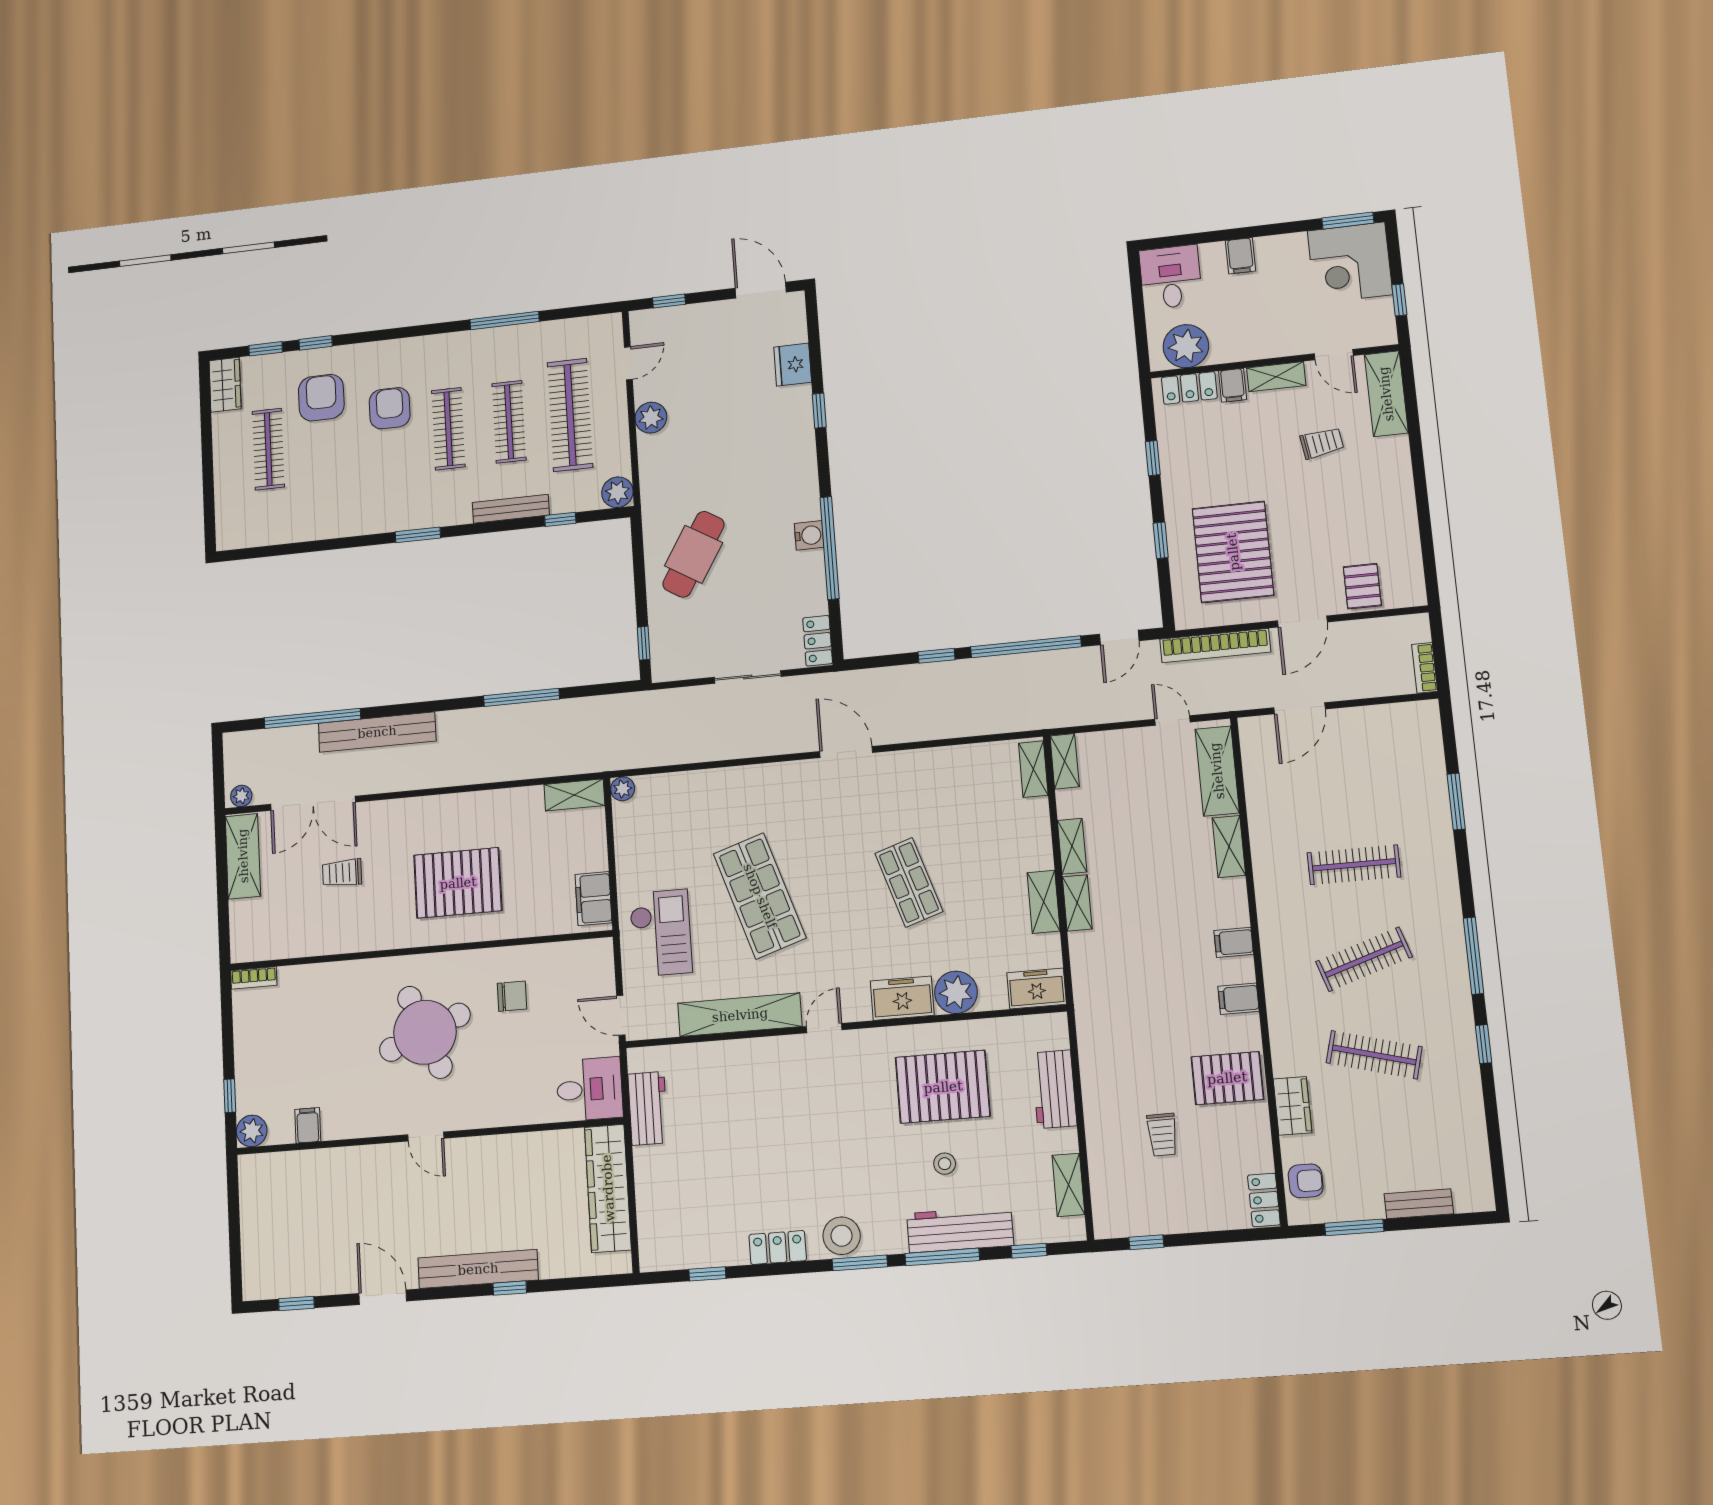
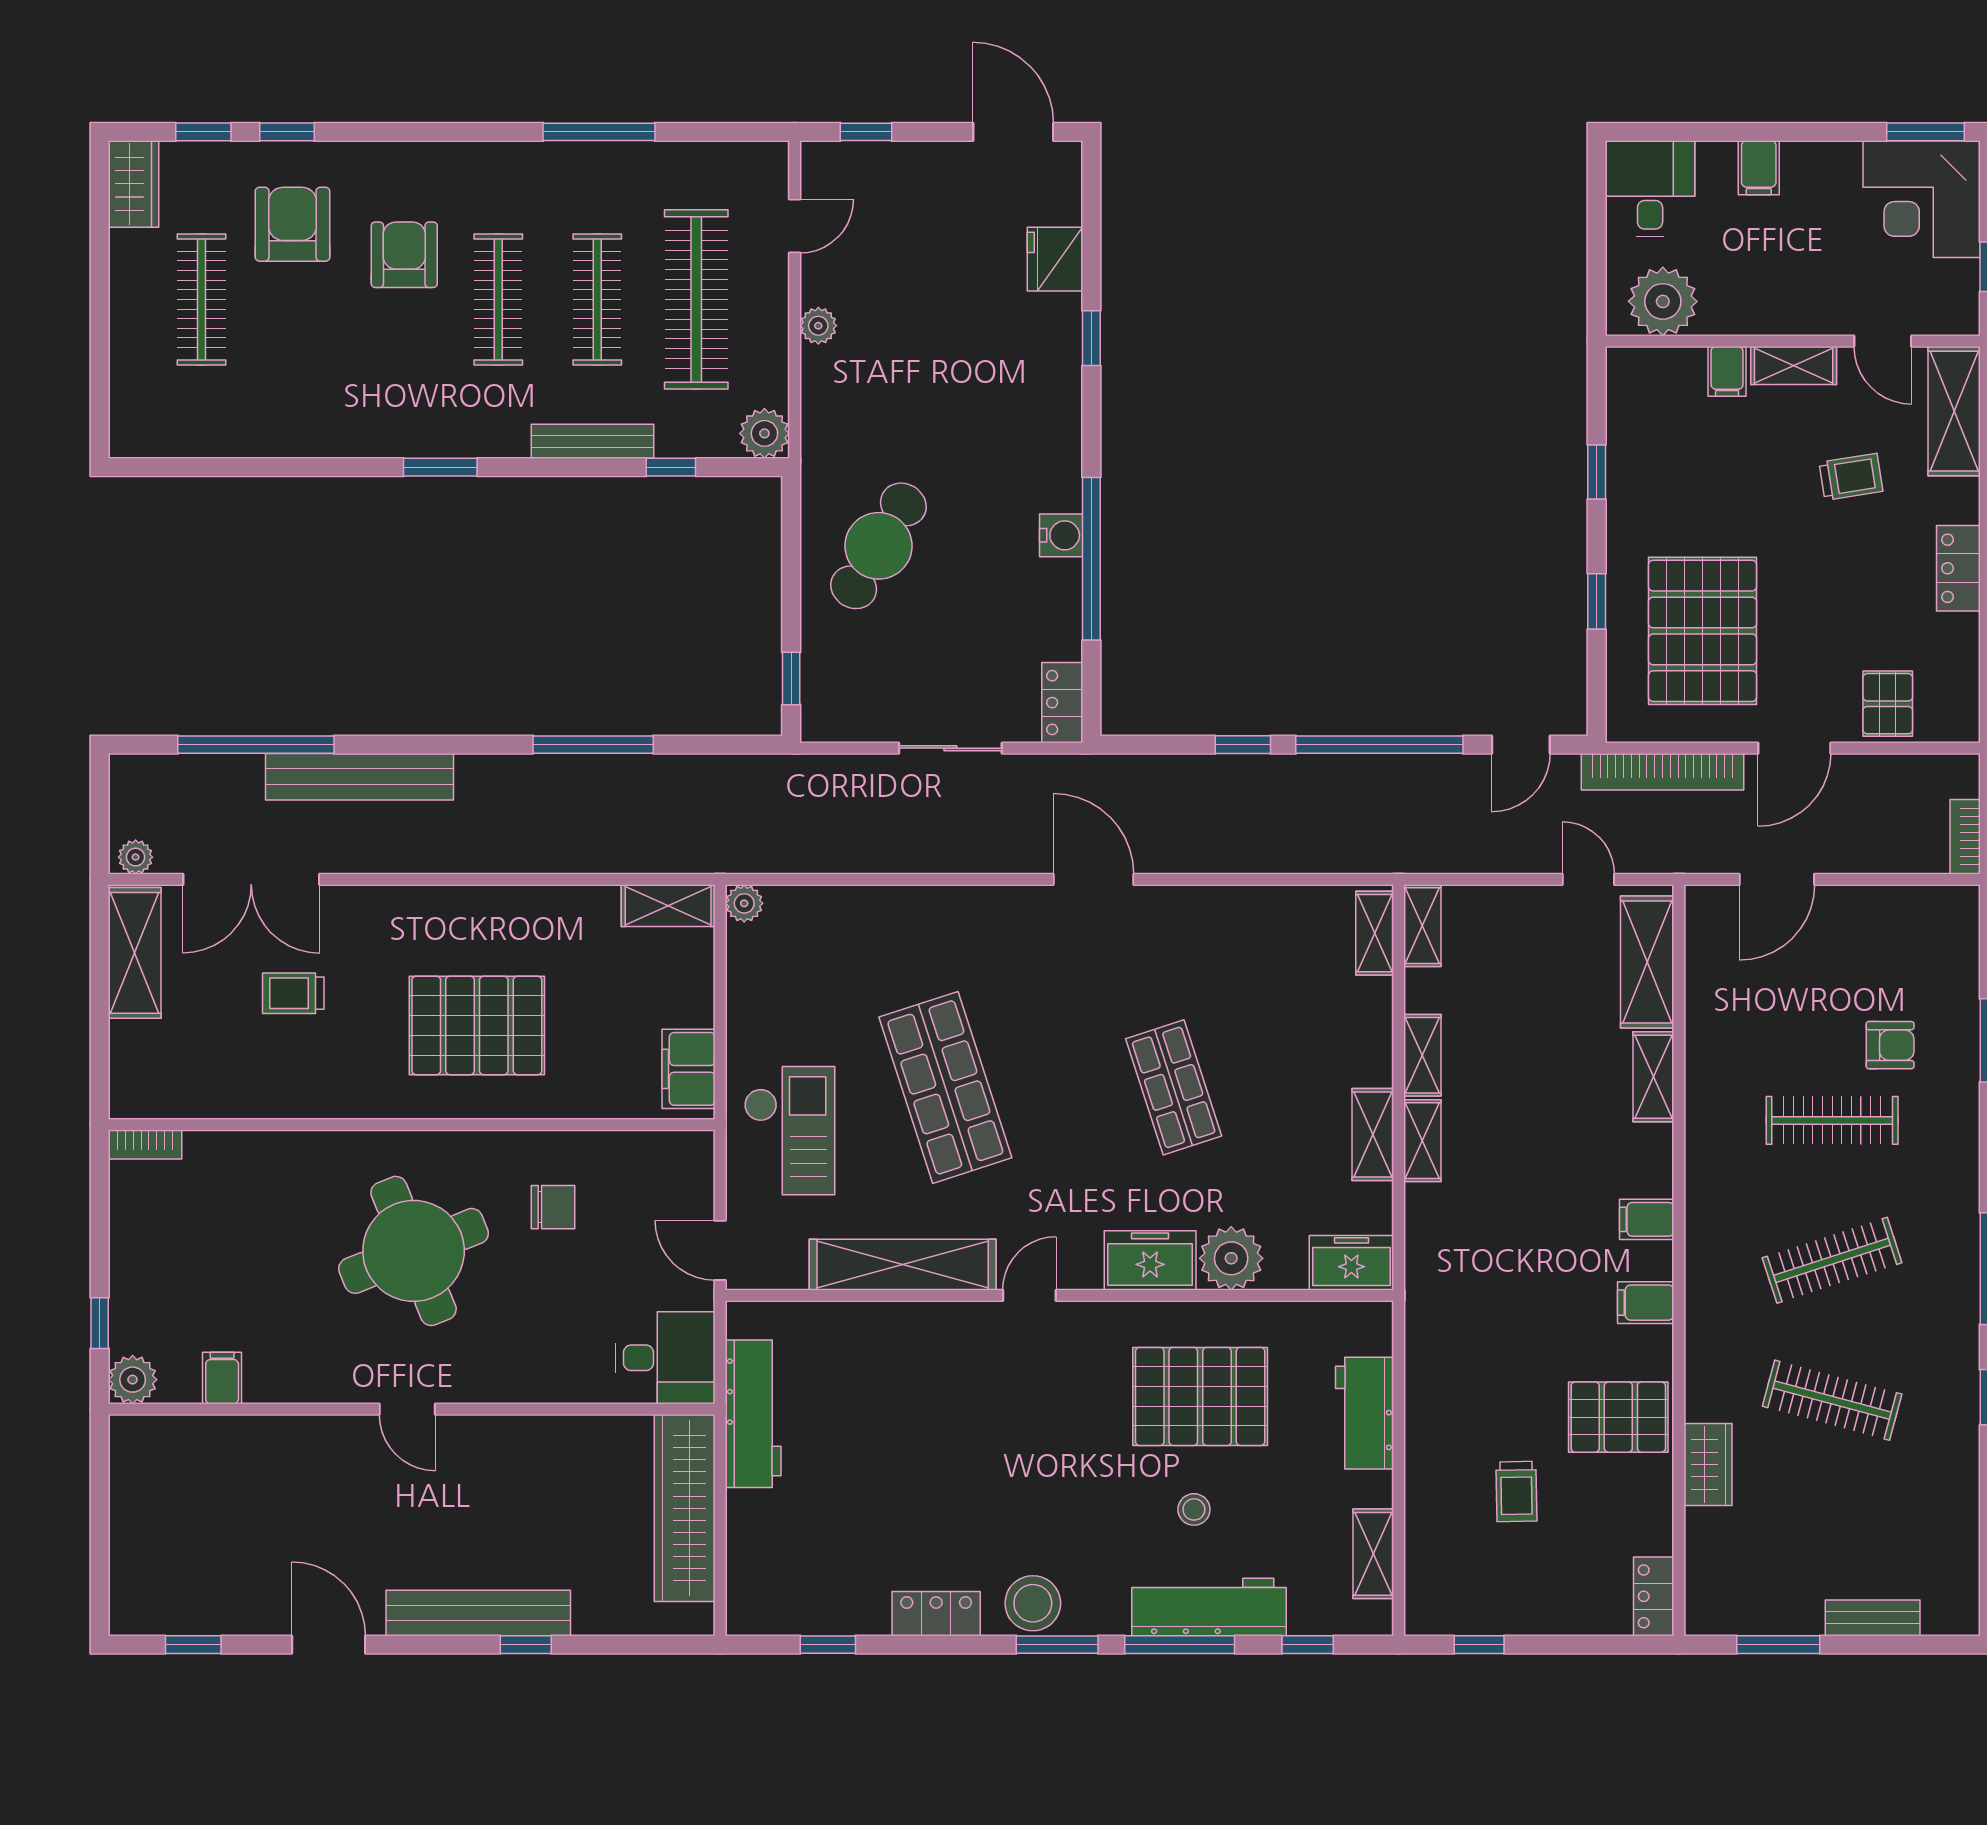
locker: (1189, 388) -> (1958, 568), moved, turned 90
plant: (651, 418) -> (818, 326), width x0.73, depth x0.73
workbench: (648, 1108) -> (753, 1414), width x1.37
armchair: (1306, 1181) -> (1890, 1045), moved

